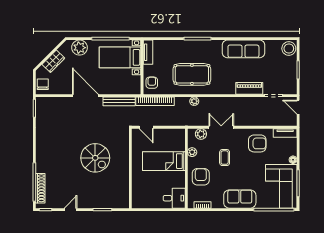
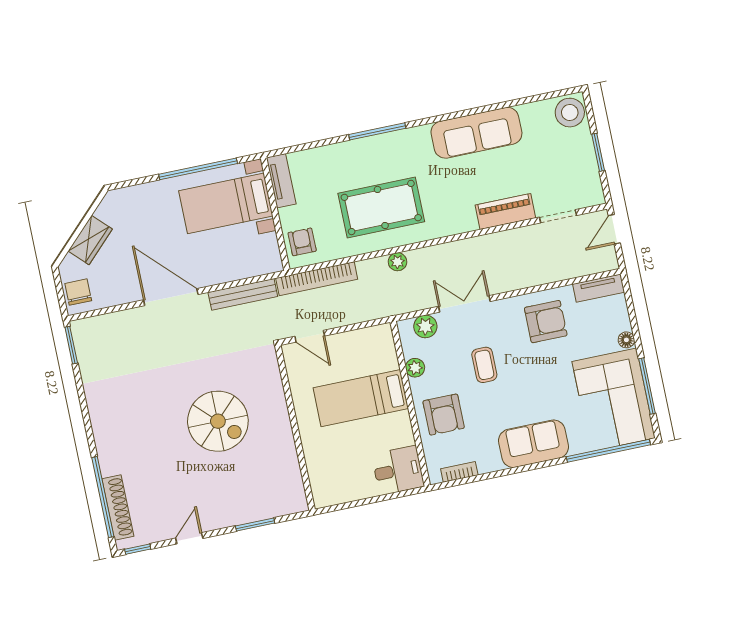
plant: (80, 48) -> (138, 201), removed
door: (298, 107) -> (614, 229), hinge flipped
armchair: (201, 177) -> (444, 415), turned 180

